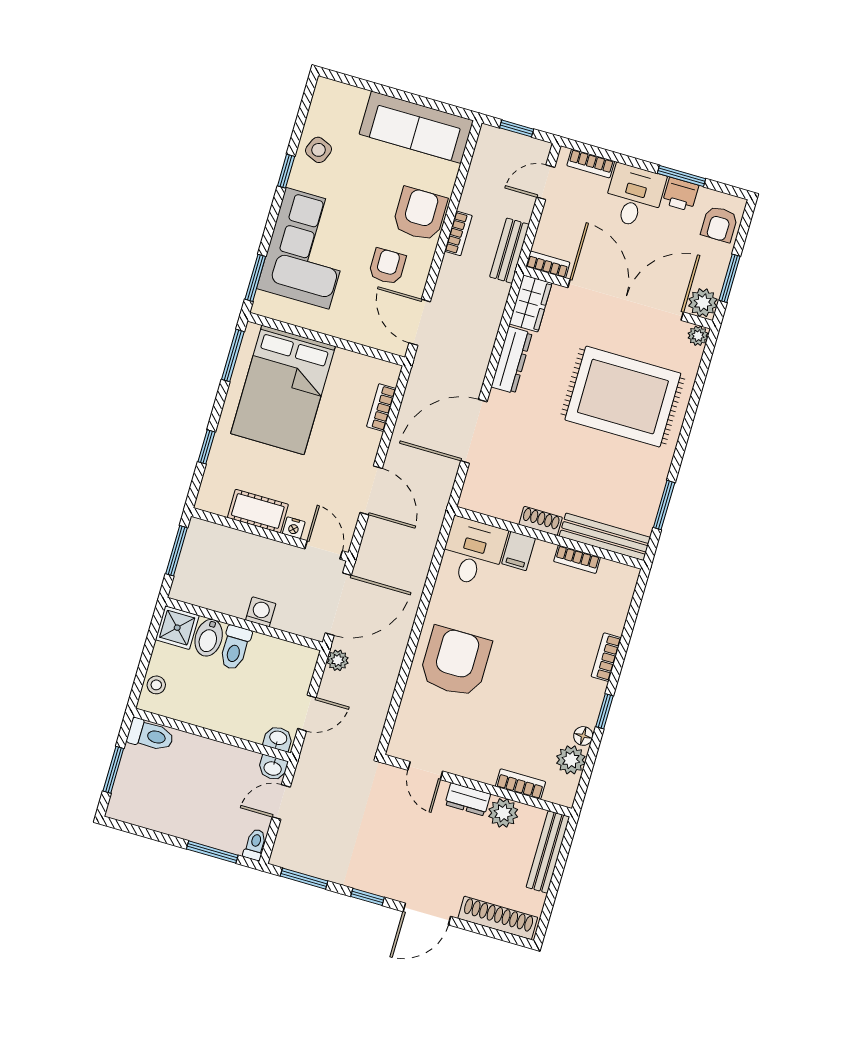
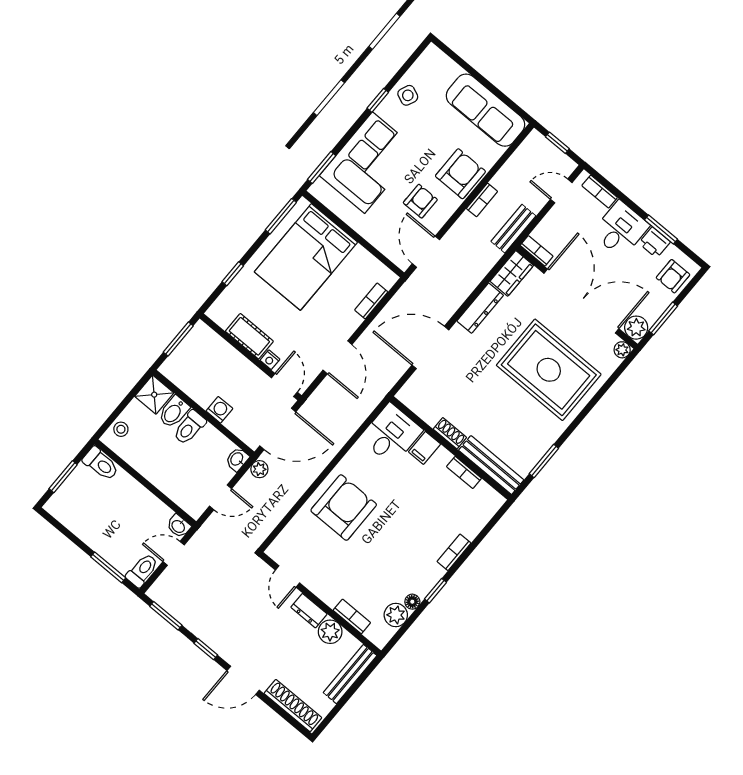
washbasin: (278, 738) -> (237, 459), moved, turned -90
toilet: (255, 844) -> (142, 570), width x1.37, depth x1.39

